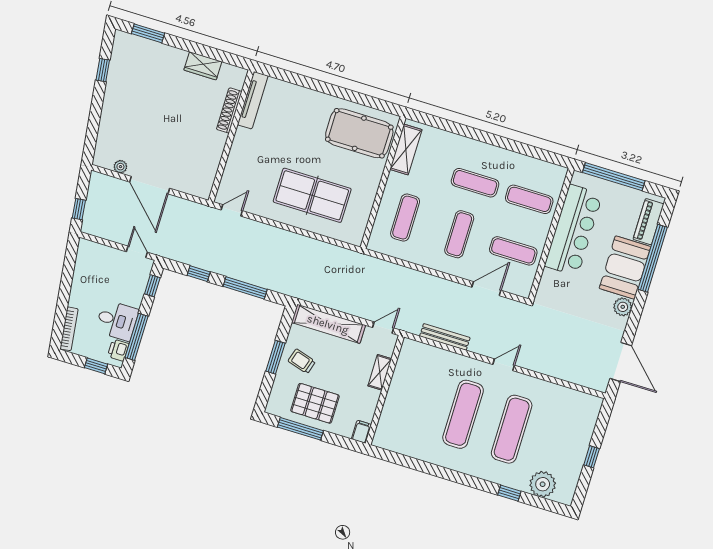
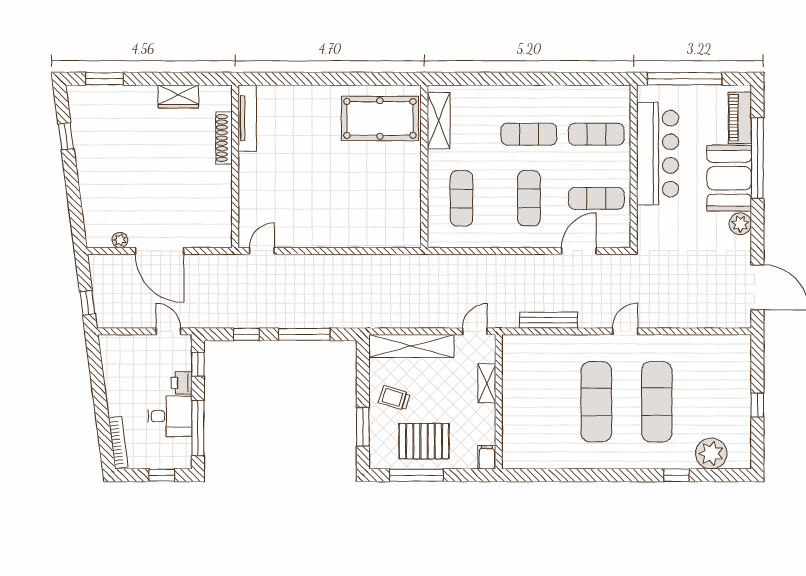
table tennis table: (312, 195) -> (348, 206), removed
printer: (118, 350) -> (182, 383), moved
window: (275, 357) -> (363, 427), moved

